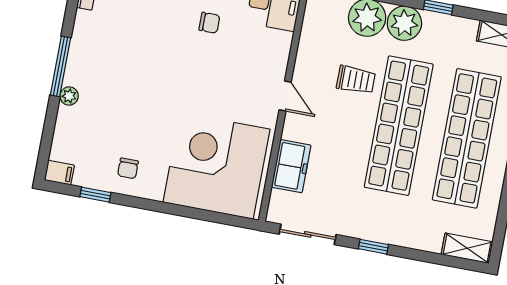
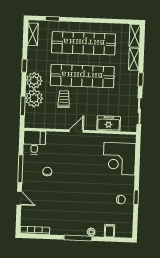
corner desk: (216, 166) -> (119, 159), width x0.74, depth x0.74
filing cabinet: (59, 173) -> (110, 231), moved
window: (95, 195) -> (136, 197), moved
shelving: (418, 239) -> (134, 59), added

